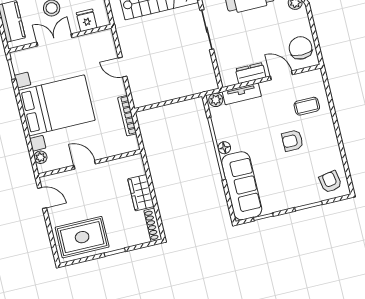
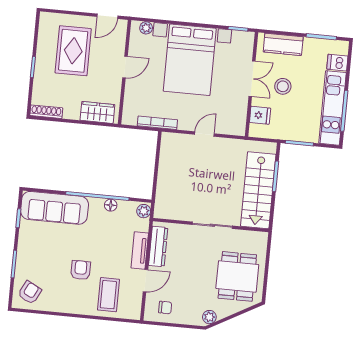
chair: (301, 48) -> (165, 308), width x0.54, depth x0.54
dresser: (251, 73) -> (158, 246), width x1.44
tv unit: (242, 94) -> (140, 250), moved
coffee table: (307, 106) -> (108, 295), width x1.36, depth x1.30
floor lamp: (224, 148) -> (111, 205), moved
armchair: (330, 182) -> (30, 292), turned -53
wardrobe: (141, 193) -> (97, 112), moved
rug: (82, 237) -> (73, 51), moved

